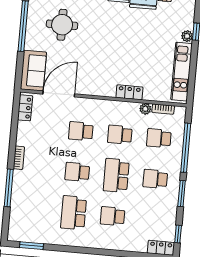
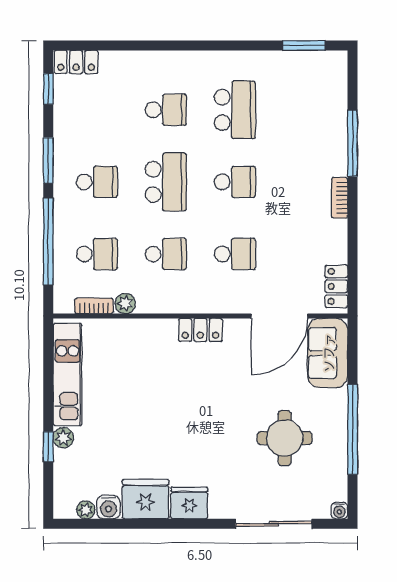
locker: (129, 92) -> (200, 330), moved

